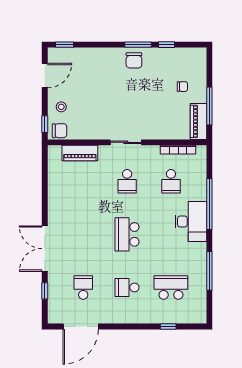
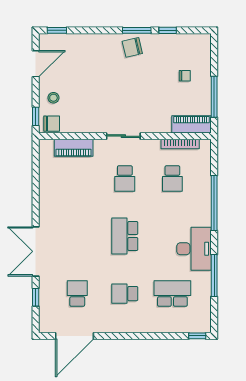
chair: (134, 60) -> (132, 47), turned 77
piano: (199, 121) -> (191, 124), moved, turned 90
desk: (191, 222) -> (194, 249), moved
window: (168, 326) -> (197, 336), moved

